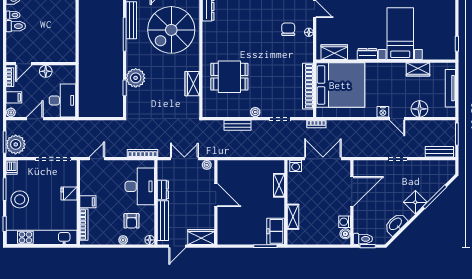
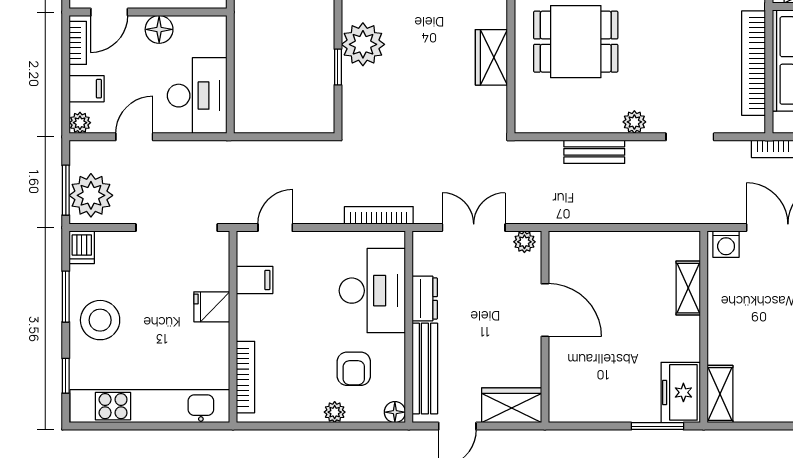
filing cabinet: (88, 202) -> (255, 280), moved
shelving: (293, 217) -> (720, 394), moved

